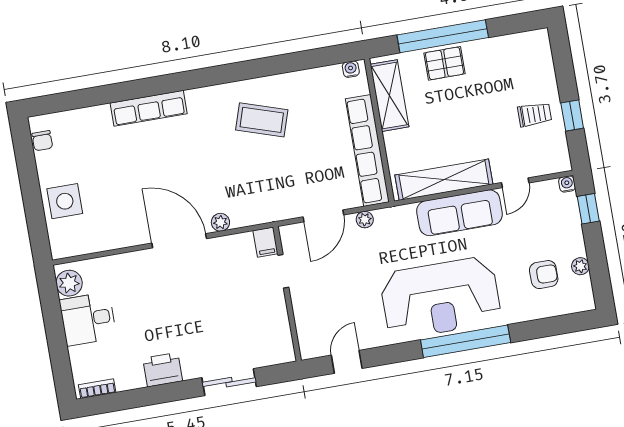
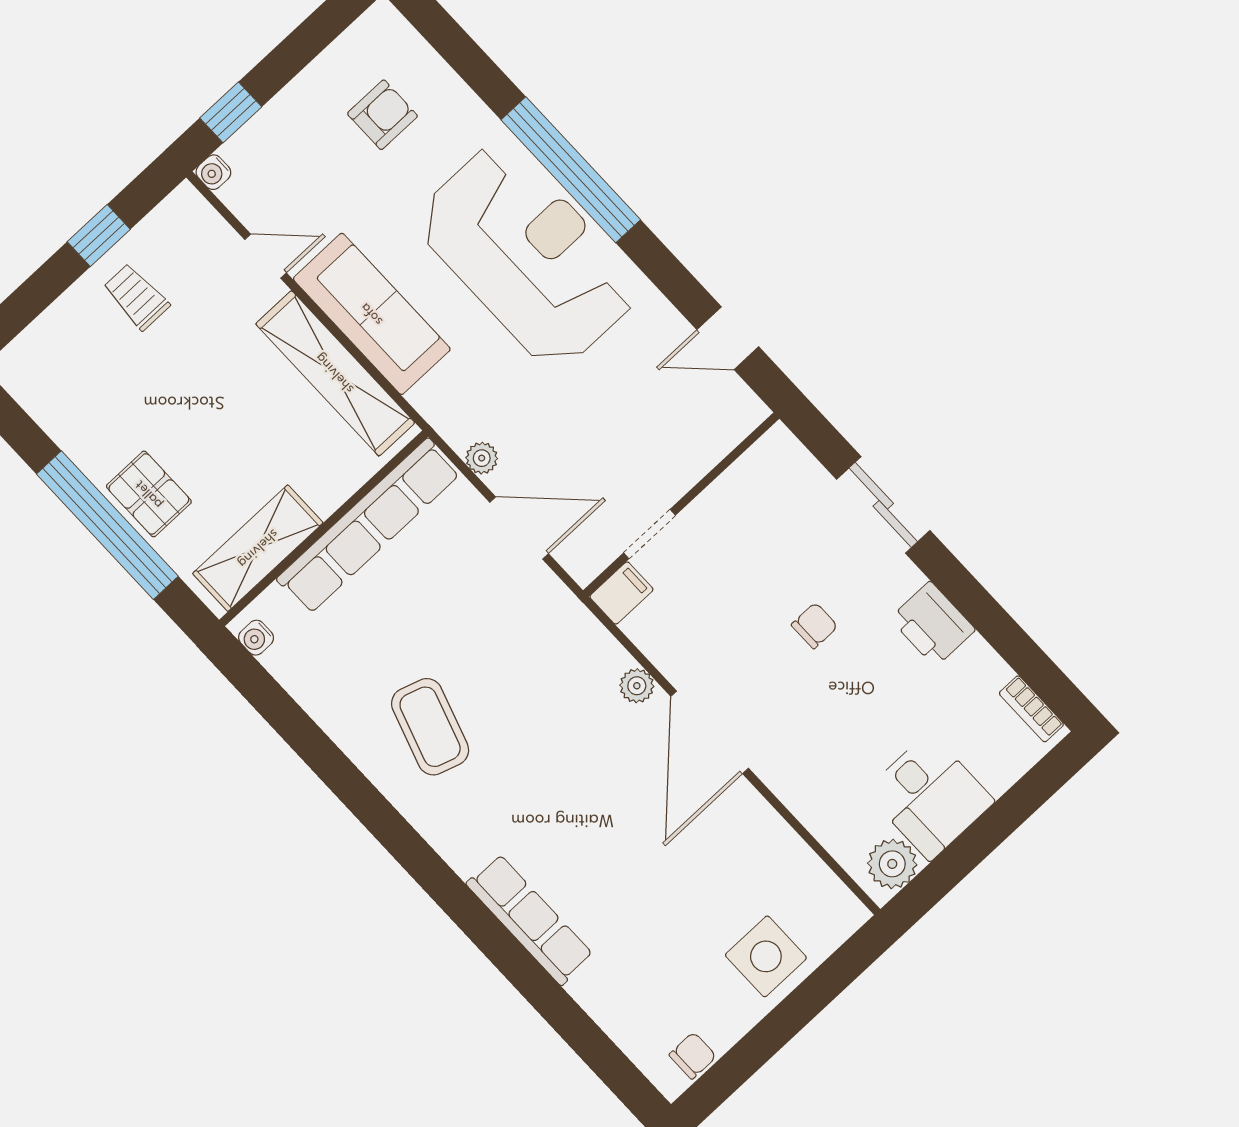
plant: (580, 266) -> (331, 65), removed
armchair: (544, 275) -> (382, 115), turned 90
chair: (196, 317) -> (815, 626), added

